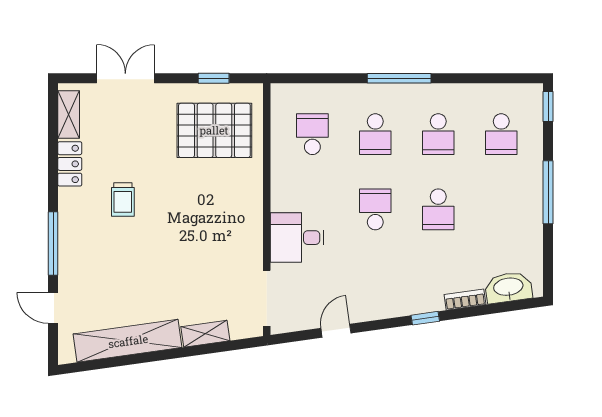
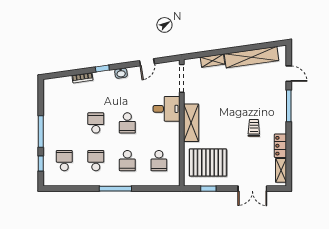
window: (548, 106) -> (41, 164), moved
school desk: (375, 134) -> (127, 161), turned 180
shelving: (248, 210) -> (191, 123), added
washbasin: (508, 287) -> (121, 73), moved, width x0.52, depth x0.69

